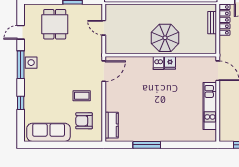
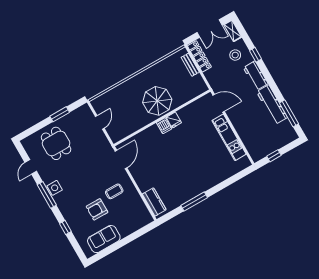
door: (104, 28) -> (100, 122), swing flipped
armchair: (84, 121) -> (97, 209), moved
sofa: (49, 132) -> (104, 239), width x0.73

